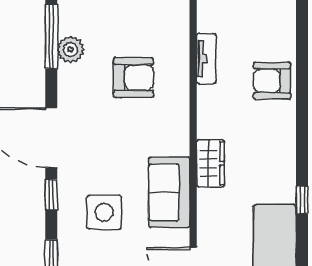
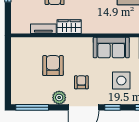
plant: (71, 49) -> (59, 98), moved
armchair: (101, 134) -> (81, 82), added
wardrobe: (210, 163) -> (69, 27), moved

